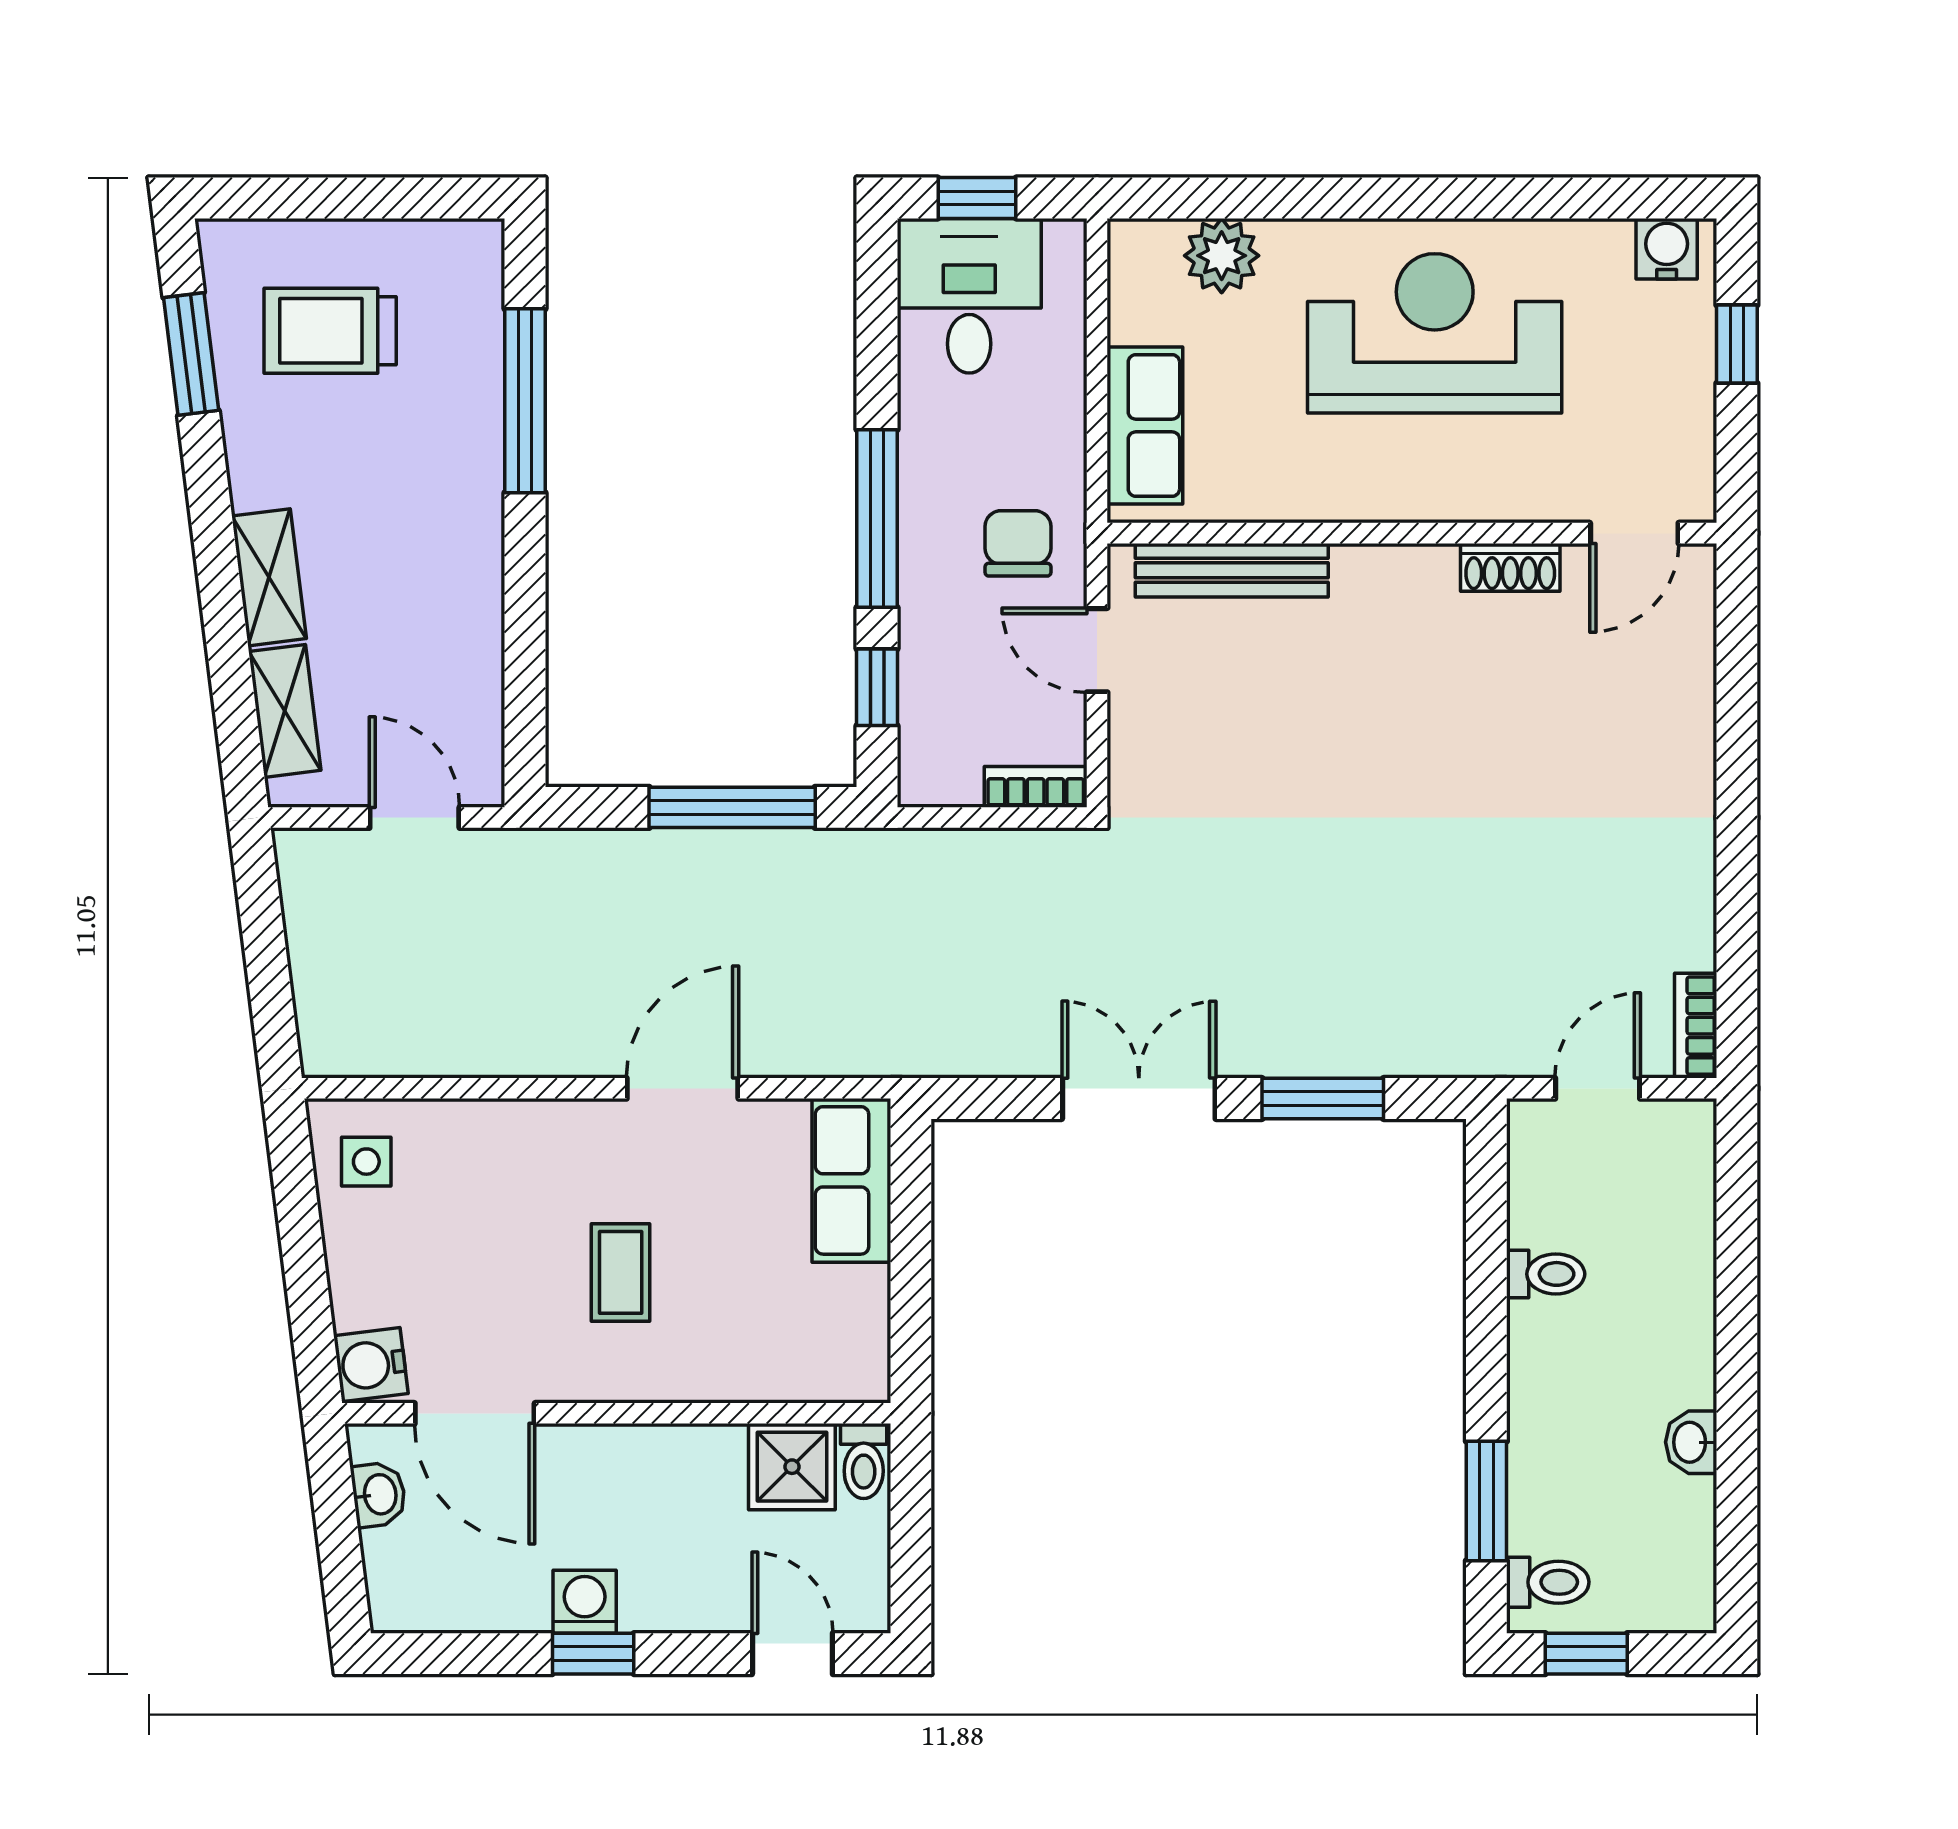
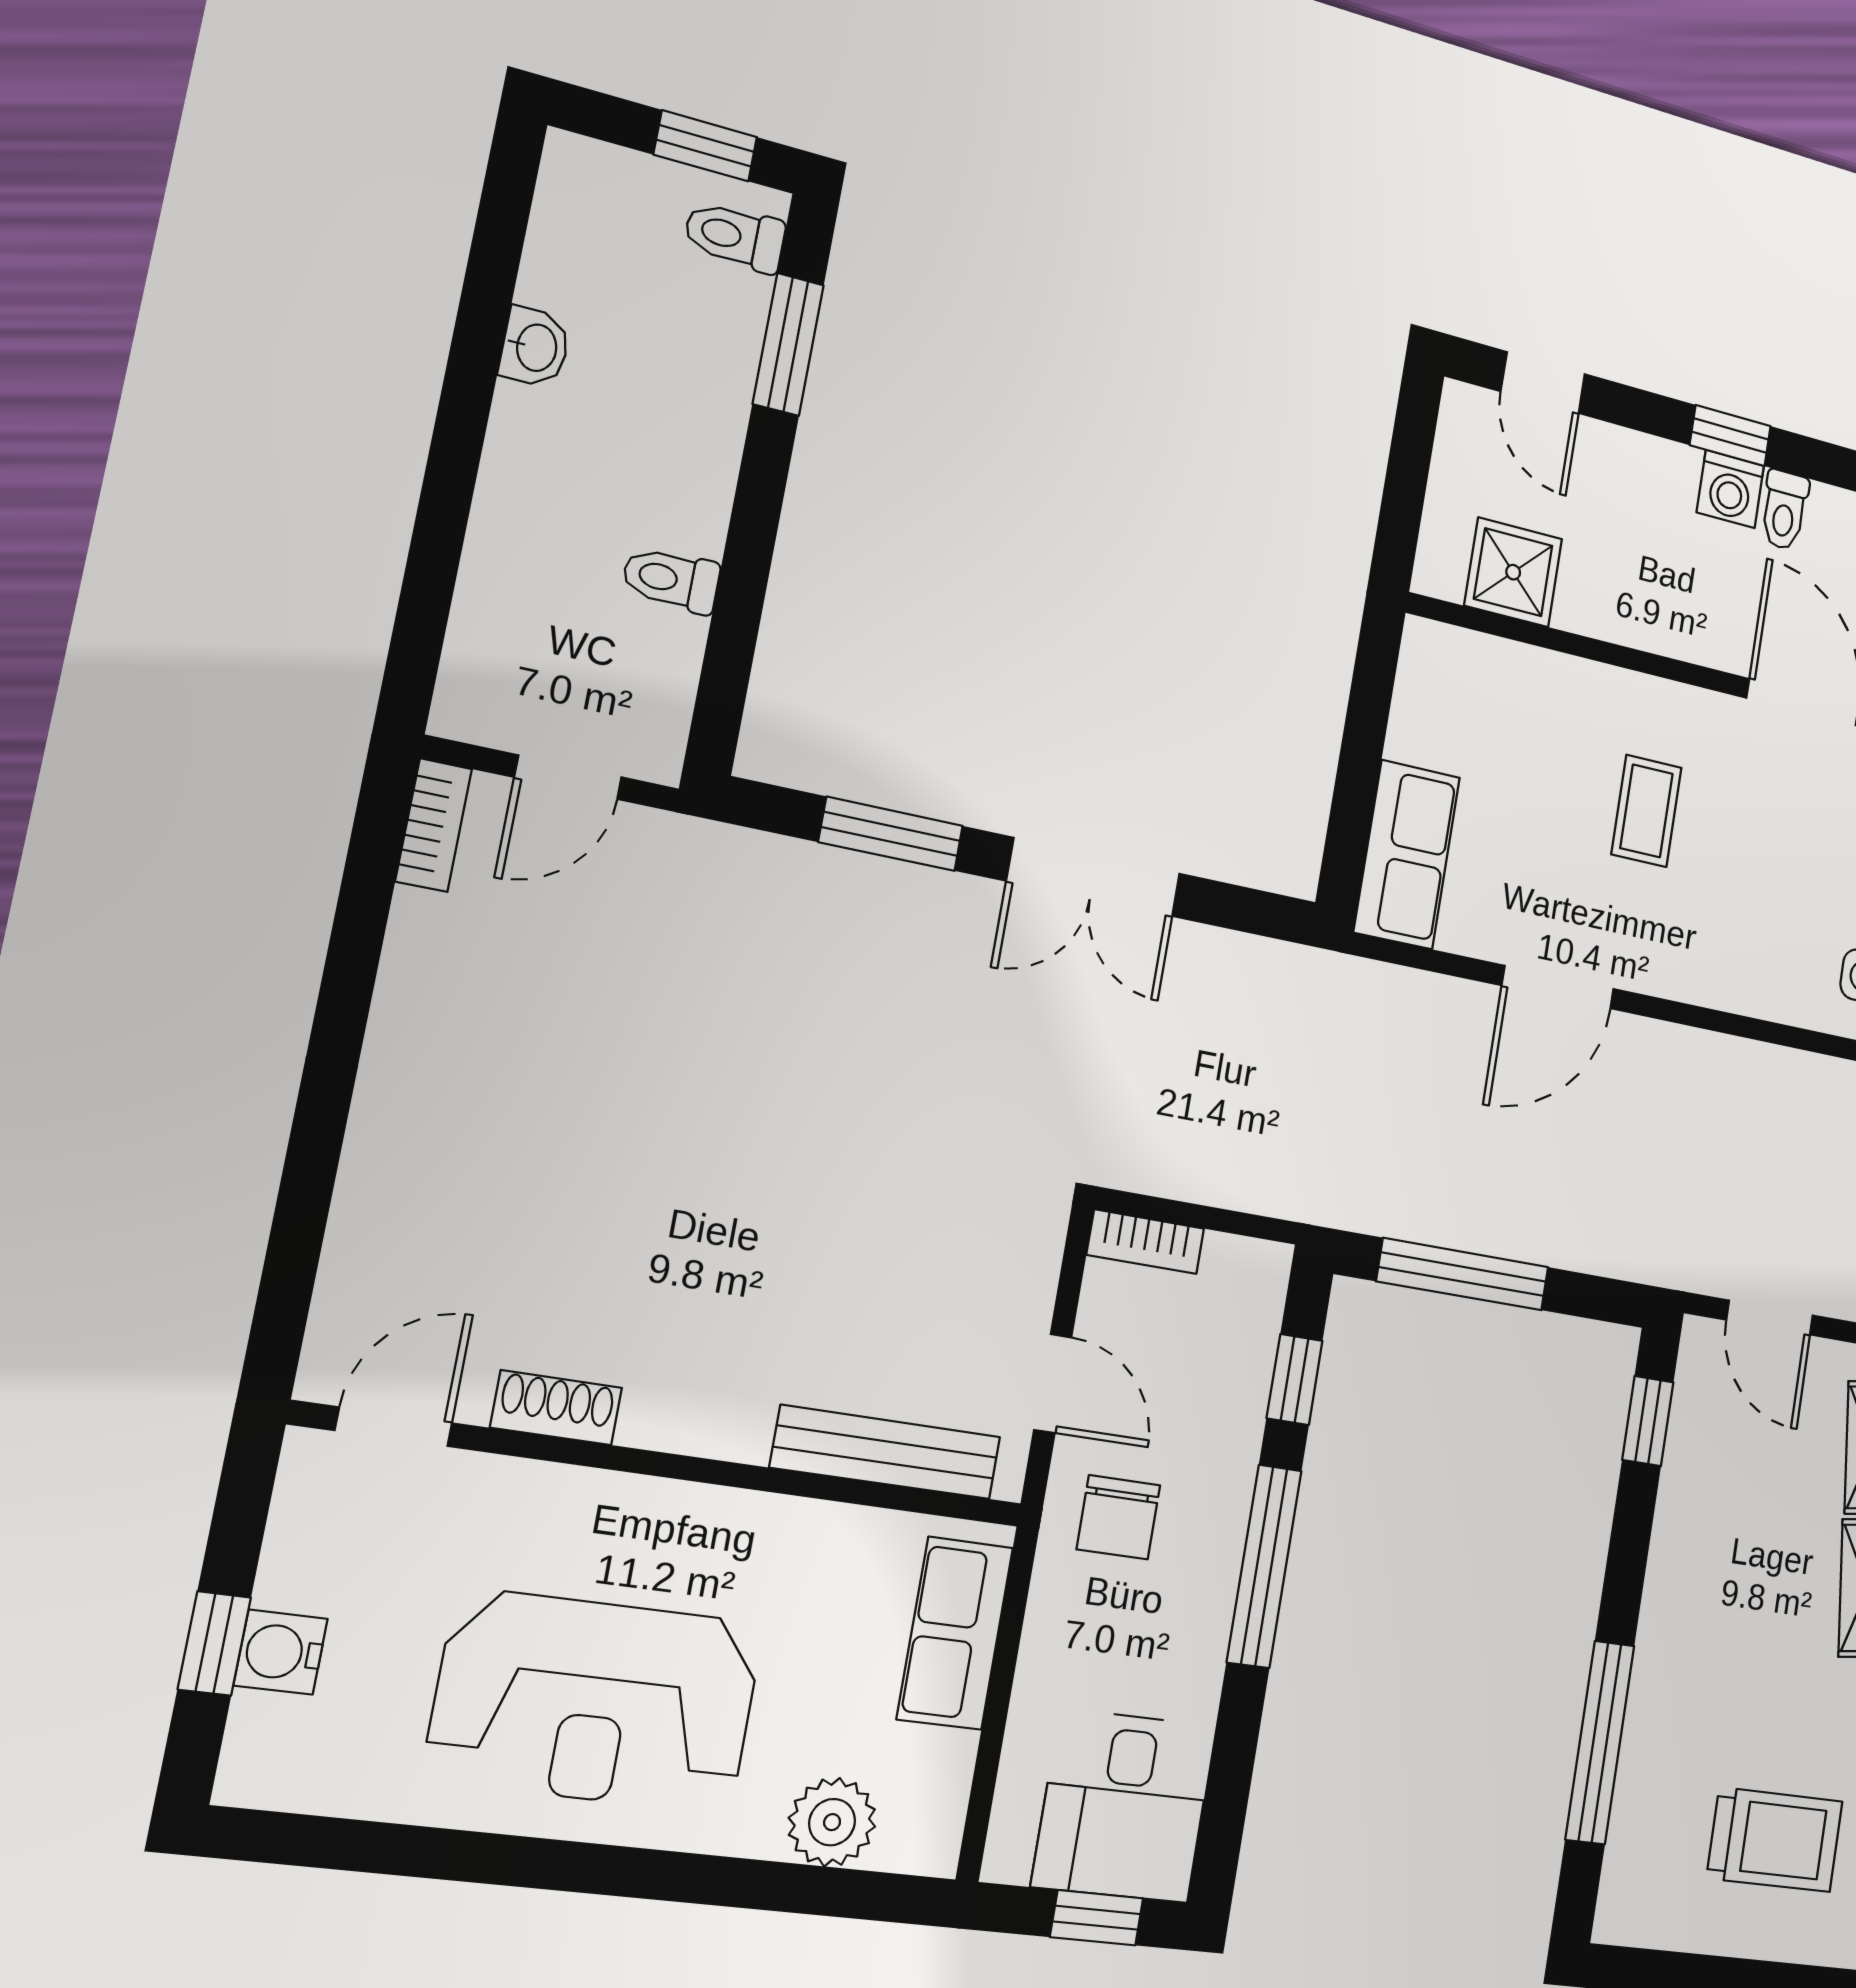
water cooler: (1667, 249) -> (281, 1652), moved, turned 90
window: (525, 702) -> (1648, 1421), added
toilet: (864, 1461) -> (1784, 510), moved, turned 180

